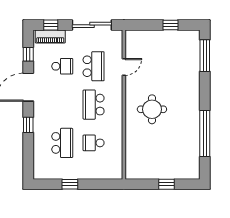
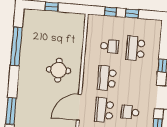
door: (124, 67) -> (79, 107), width x1.87
school desk: (94, 105) -> (107, 78), turned 180
window: (96, 184) -> (110, 12), added

